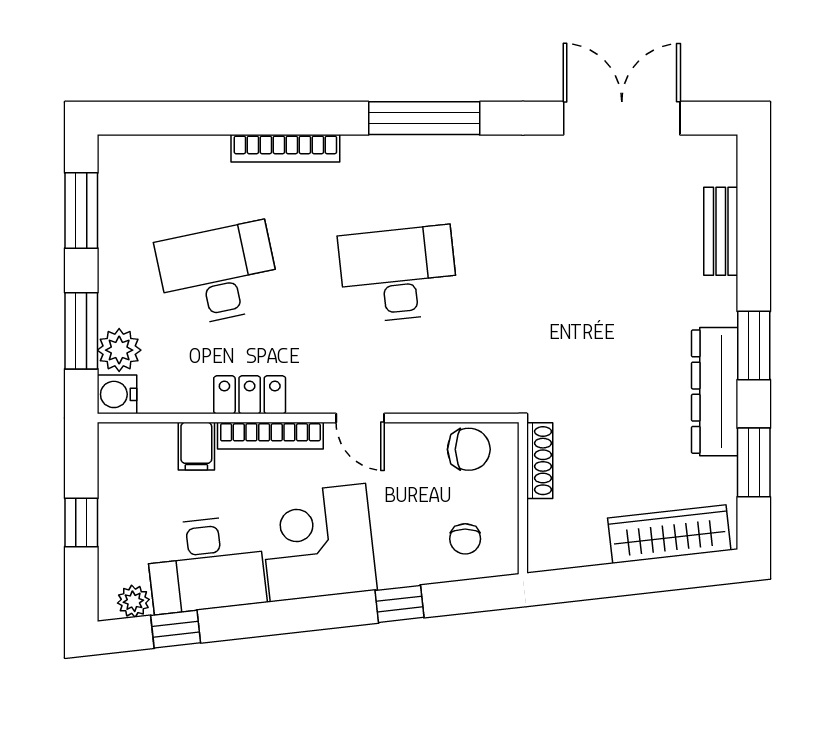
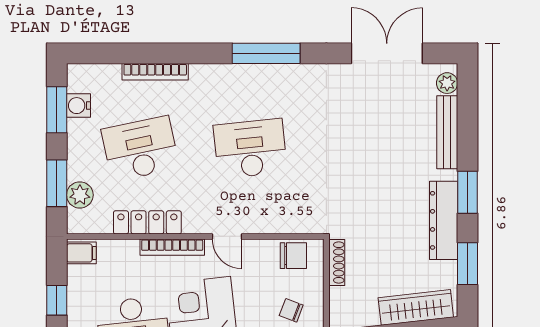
bookcase: (285, 148) -> (155, 72), moved
plant: (720, 167) -> (447, 83), added
bench: (721, 231) -> (447, 132), width x1.36
water cooler: (117, 394) -> (79, 106), moved
locker: (250, 395) -> (147, 222), width x1.53
filing cabinet: (196, 446) -> (81, 253), moved, turned -90
chair: (465, 539) -> (291, 310), turned 111

